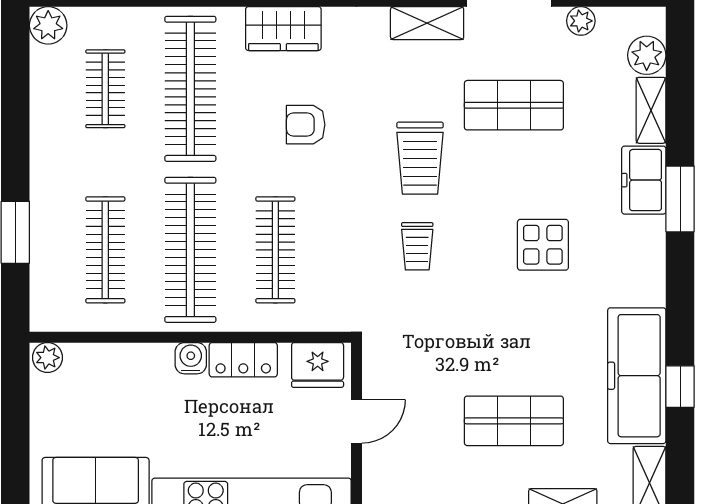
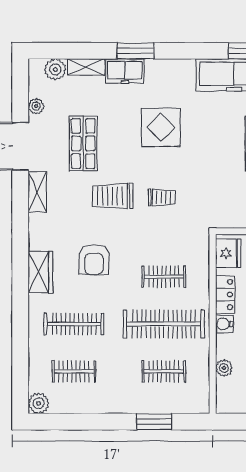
clothes rail: (190, 89) -> (74, 324), width x0.73, depth x0.76
armchair: (306, 125) -> (94, 260), width x1.38, depth x1.38
trolley: (420, 158) -> (113, 196), turned 180
display table: (543, 245) -> (161, 127), width x1.36, depth x1.36
clothes rail: (105, 250) -> (164, 371), width x0.73
clothes rail: (275, 250) -> (164, 277), width x0.73
plant: (48, 358) -> (224, 368), moved

